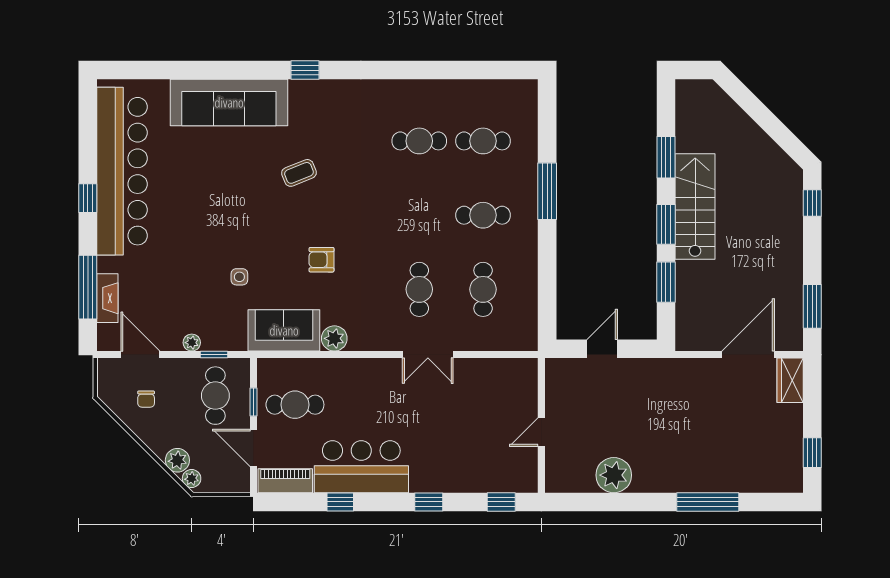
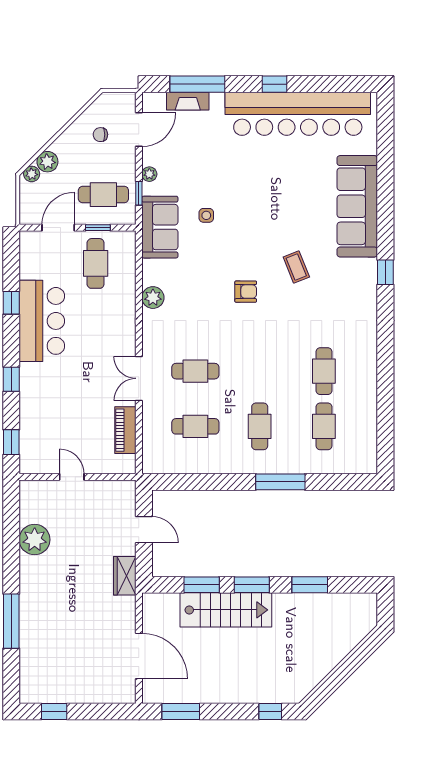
stairs: (695, 206) -> (226, 610), moved
armchair: (322, 260) -> (246, 292), moved, turned 90
sofa: (284, 330) -> (160, 227), moved
wardrobe: (790, 380) -> (125, 576), moved, turned -90
piano: (285, 481) -> (125, 430), moved, turned 180

